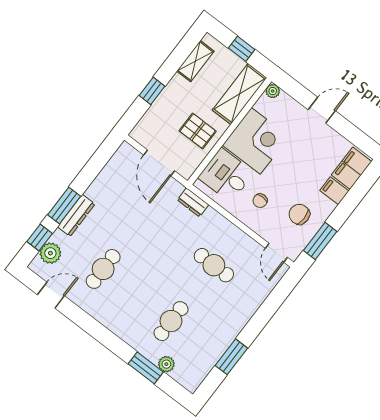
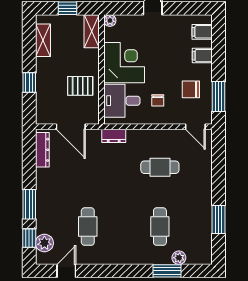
shelving: (239, 94) -> (92, 31), width x0.67, depth x0.75
filing cabinet: (351, 168) -> (202, 32), width x0.50
dresser: (76, 215) -> (42, 150), moved

